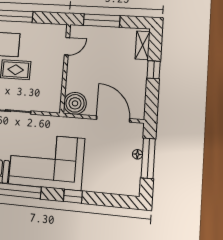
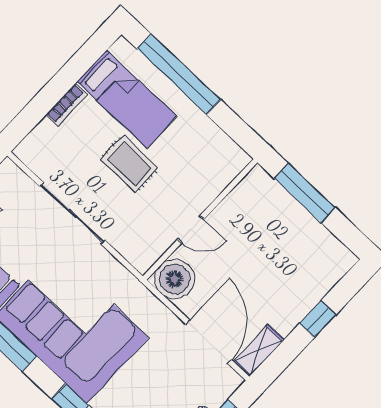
shelving: (143, 45) -> (258, 351), moved
door: (67, 46) -> (191, 229), moved

